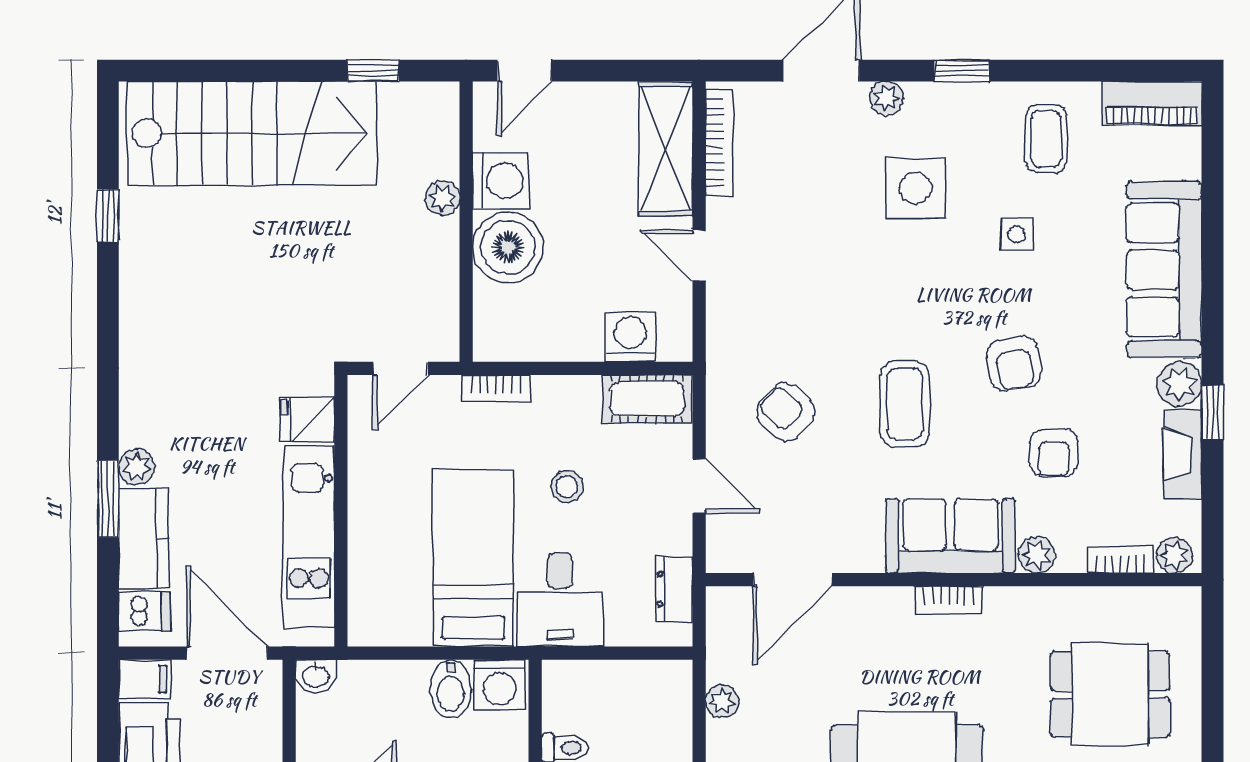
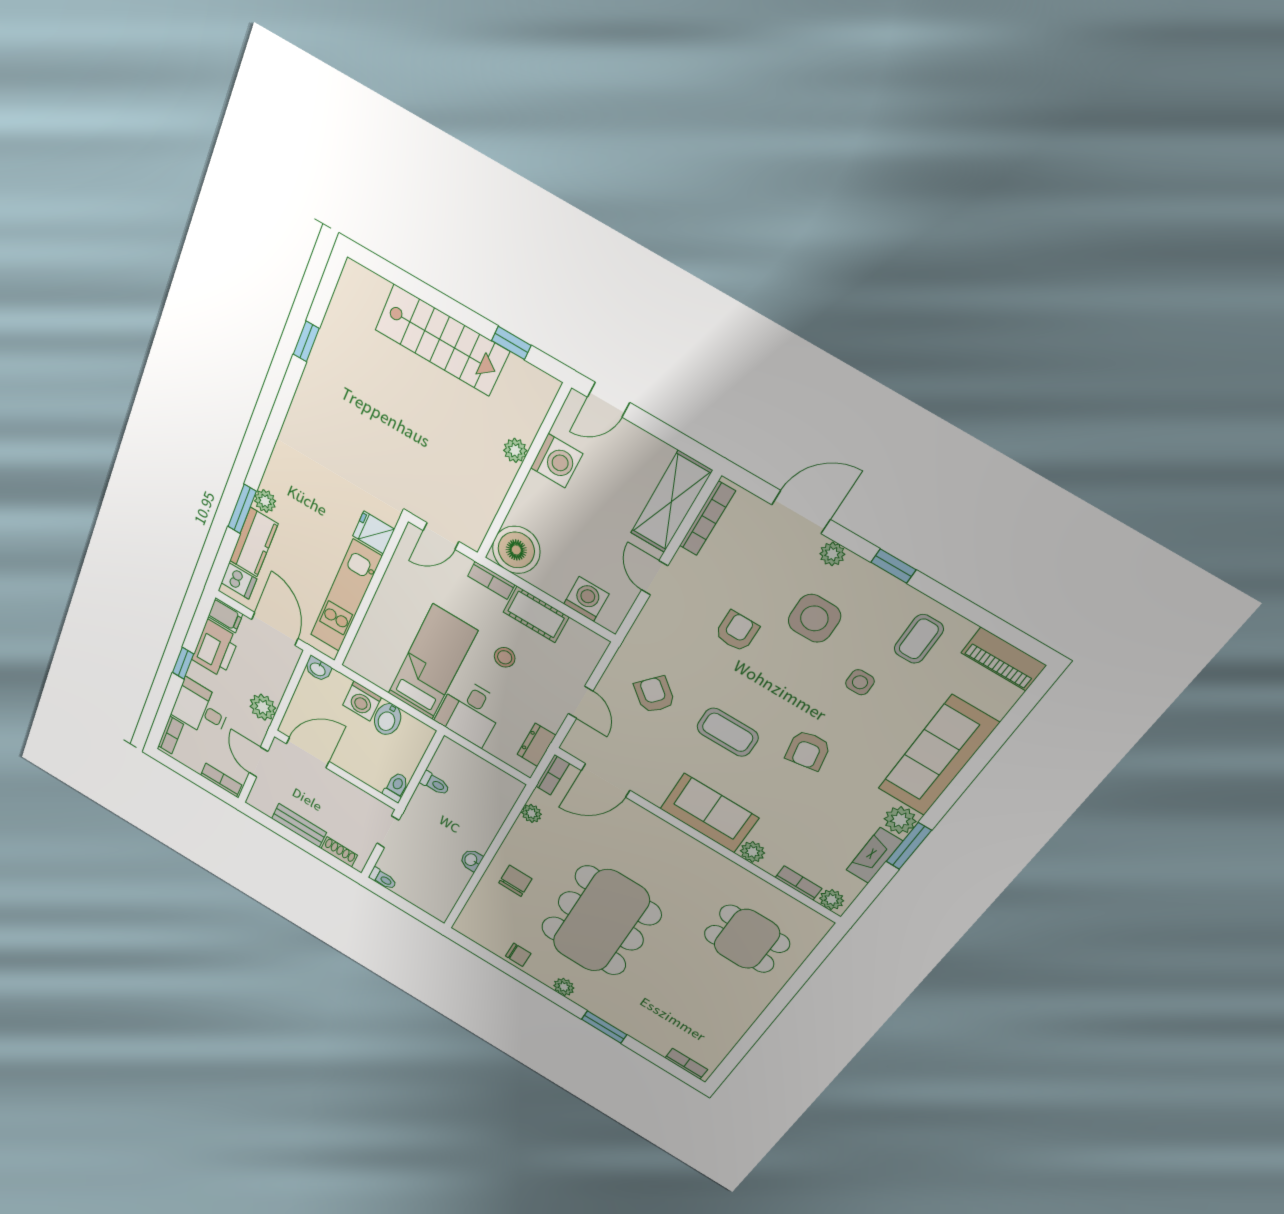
stairs: (252, 133) -> (442, 340), width x0.73, depth x0.66
boiler: (508, 247) -> (516, 550), moved
cot: (647, 399) -> (536, 615), moved
coffee table: (905, 404) -> (728, 732), turned 90
window: (1213, 412) -> (909, 846), width x1.50
armchair: (1054, 453) -> (737, 631), moved, turned 180
bookcase: (948, 600) -> (553, 775), moved, turned -90
washing machine: (500, 685) -> (362, 701), moved

